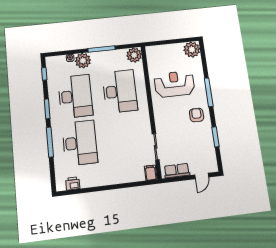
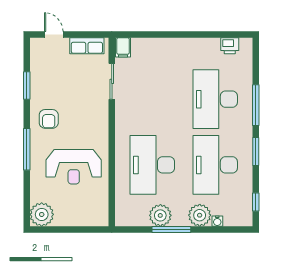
plant: (134, 55) -> (160, 215), moved
door: (202, 176) -> (54, 35), hinge flipped

